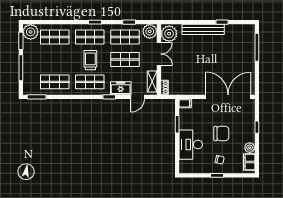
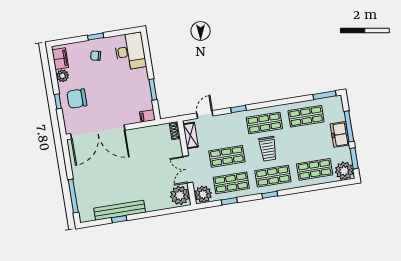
bench: (203, 29) -> (120, 210), moved
freezer: (121, 88) -> (340, 134), moved, turned 90
chair: (221, 134) -> (77, 99), moved
desk: (191, 145) -> (130, 51), moved

